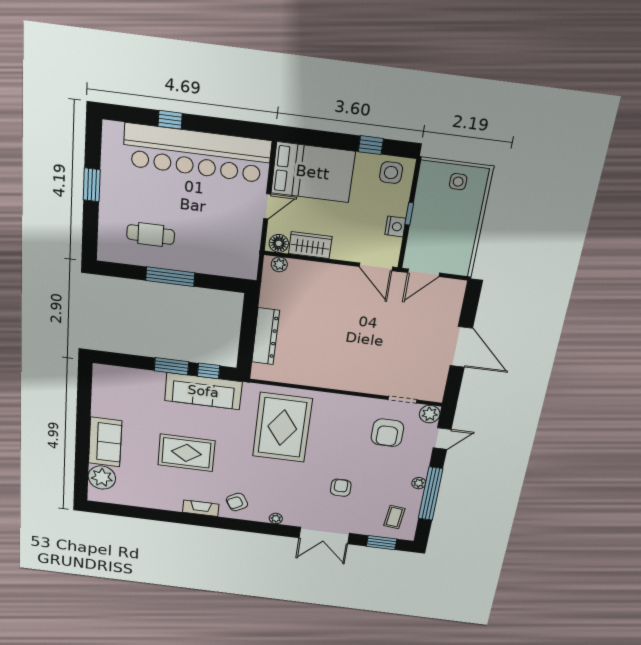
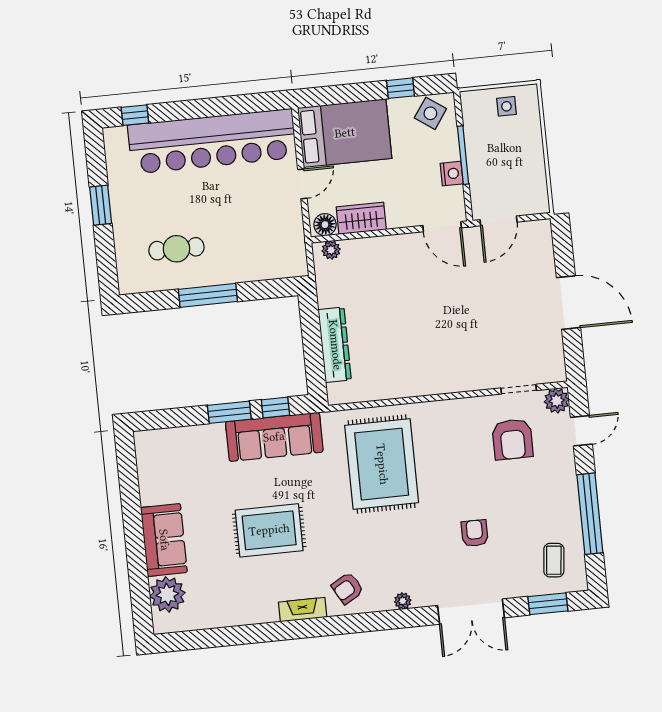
window: (170, 120) -> (135, 115), moved
side table: (391, 173) -> (430, 113), turned 35
window: (409, 214) -> (463, 155), width x2.17
plant: (419, 483) -> (571, 502), removed

